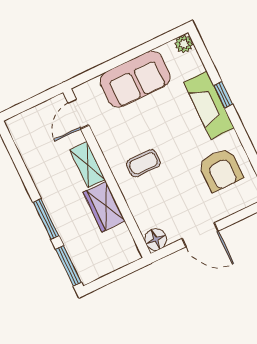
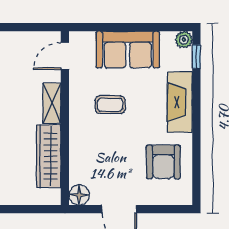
window: (223, 95) -> (196, 57), moved
coffee table: (143, 163) -> (110, 105), moved
wardrobe: (104, 207) -> (49, 156), width x1.50

